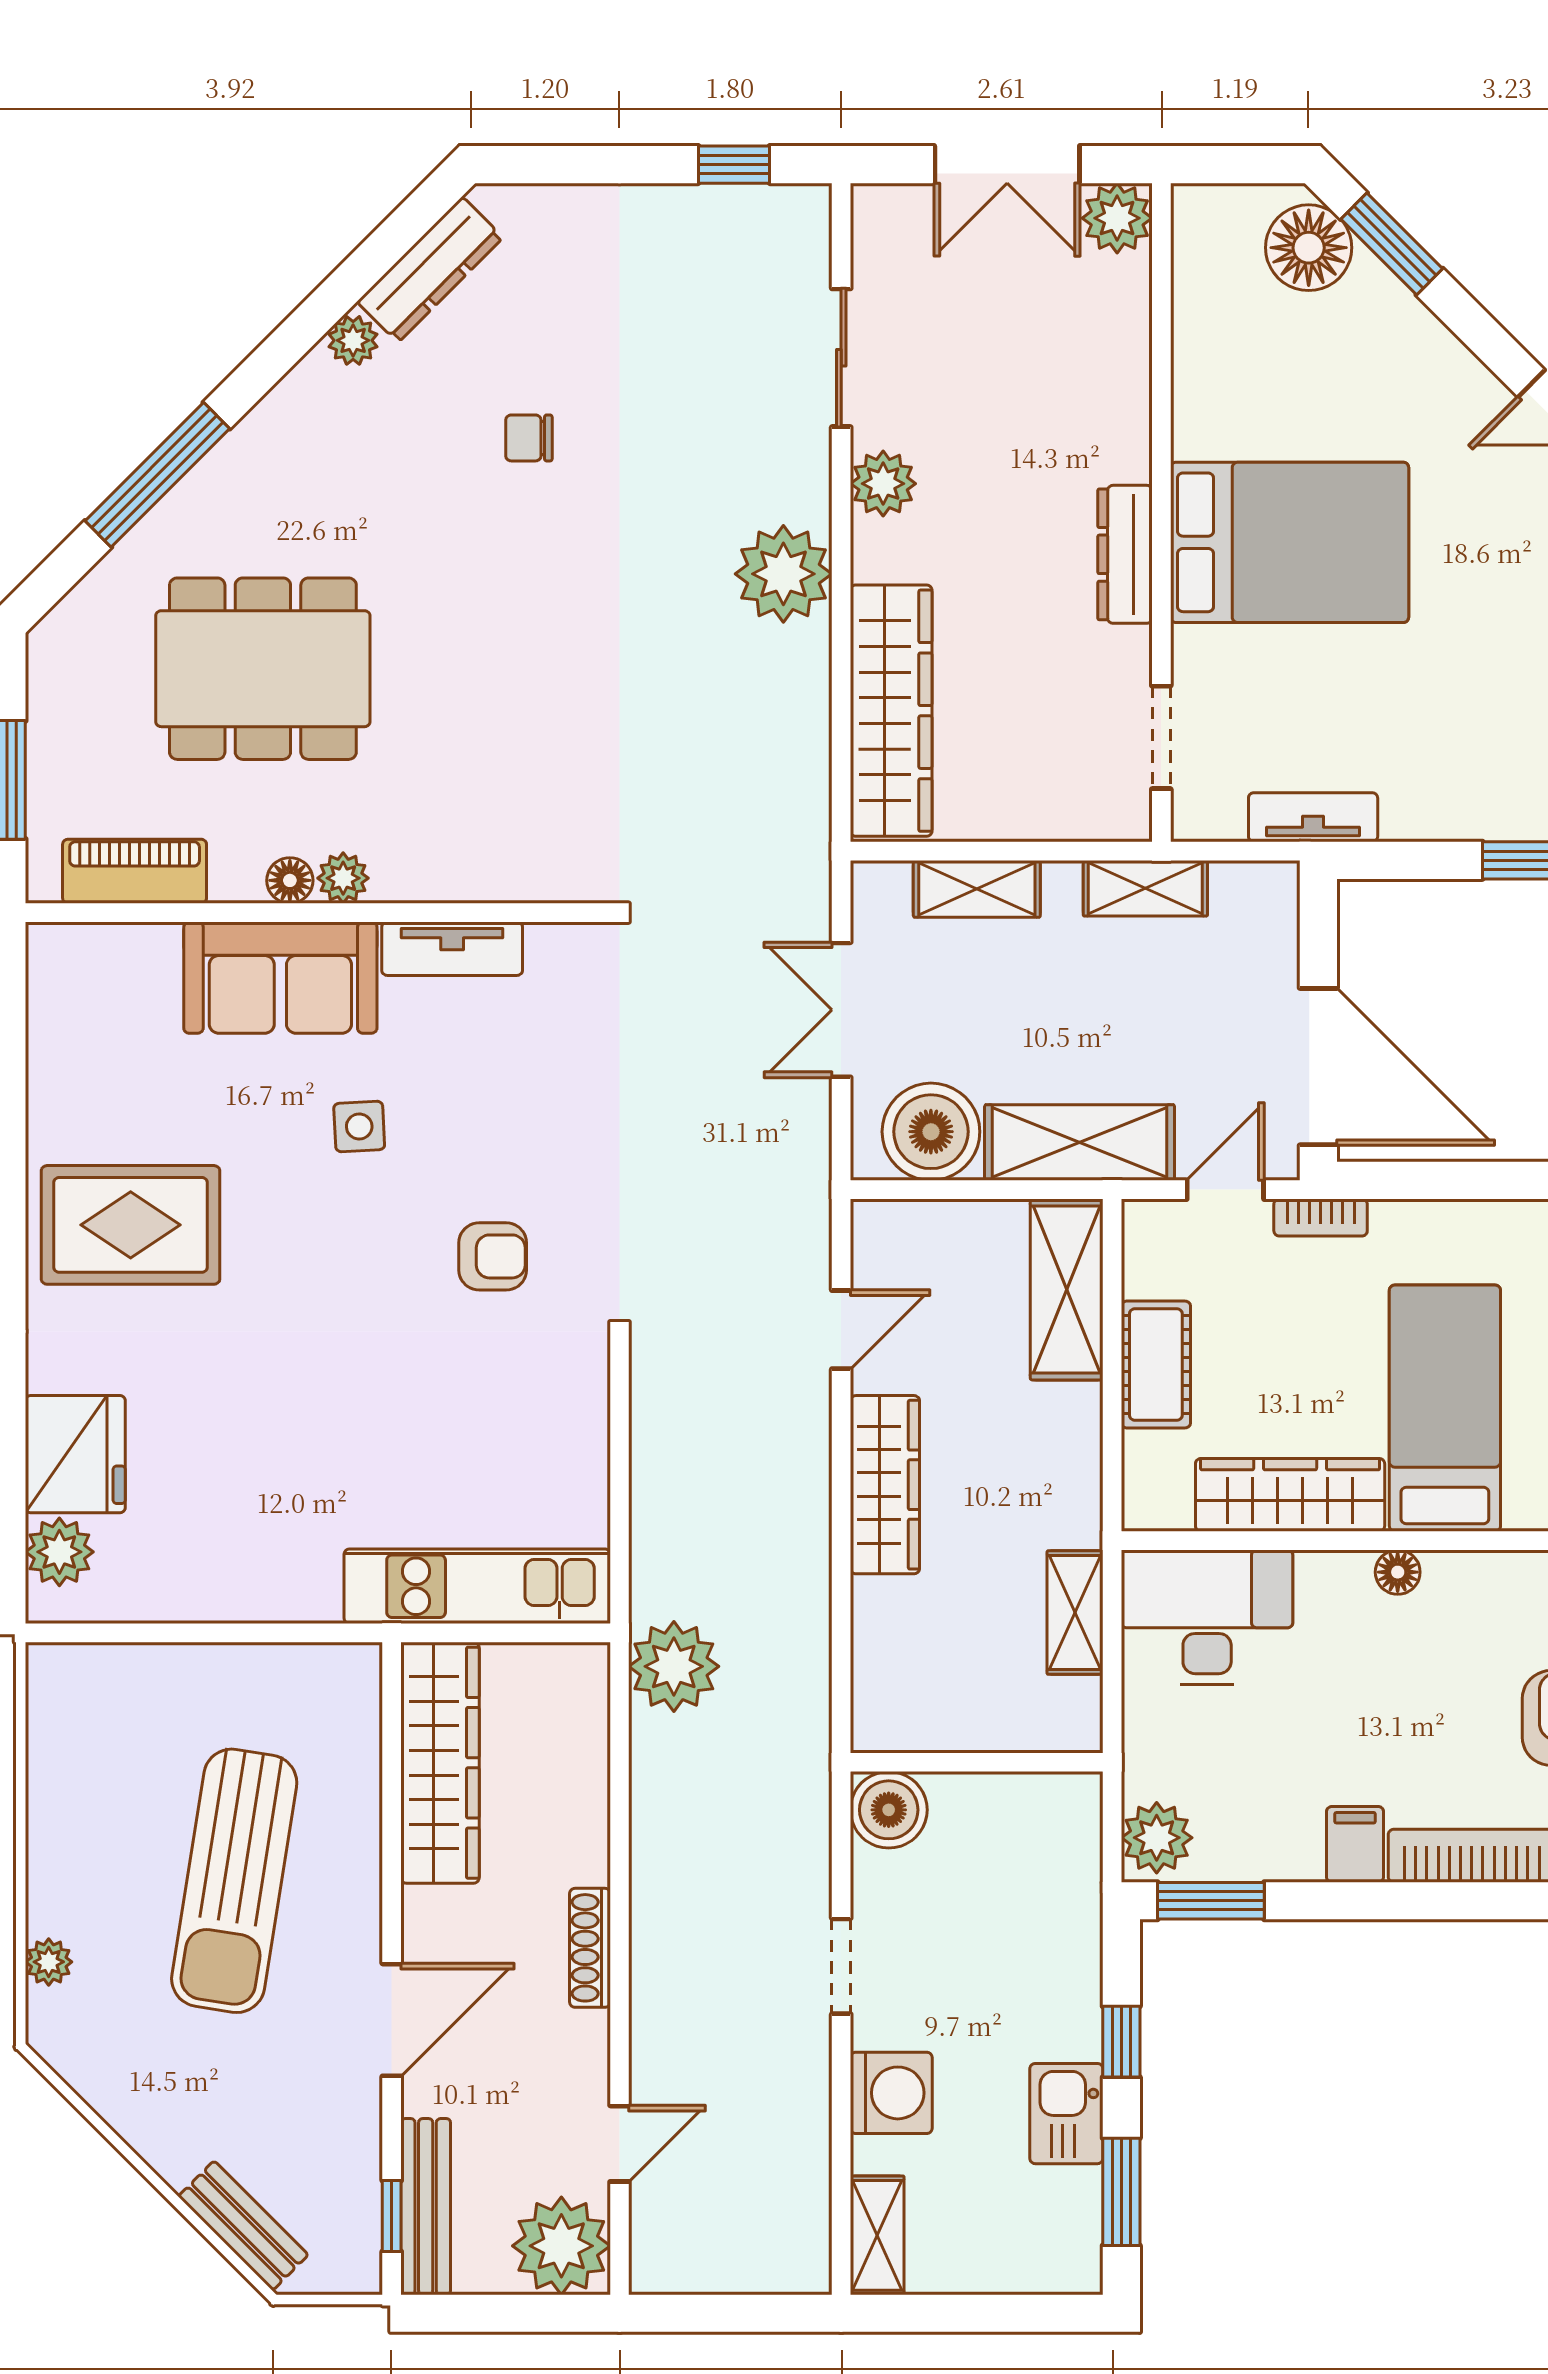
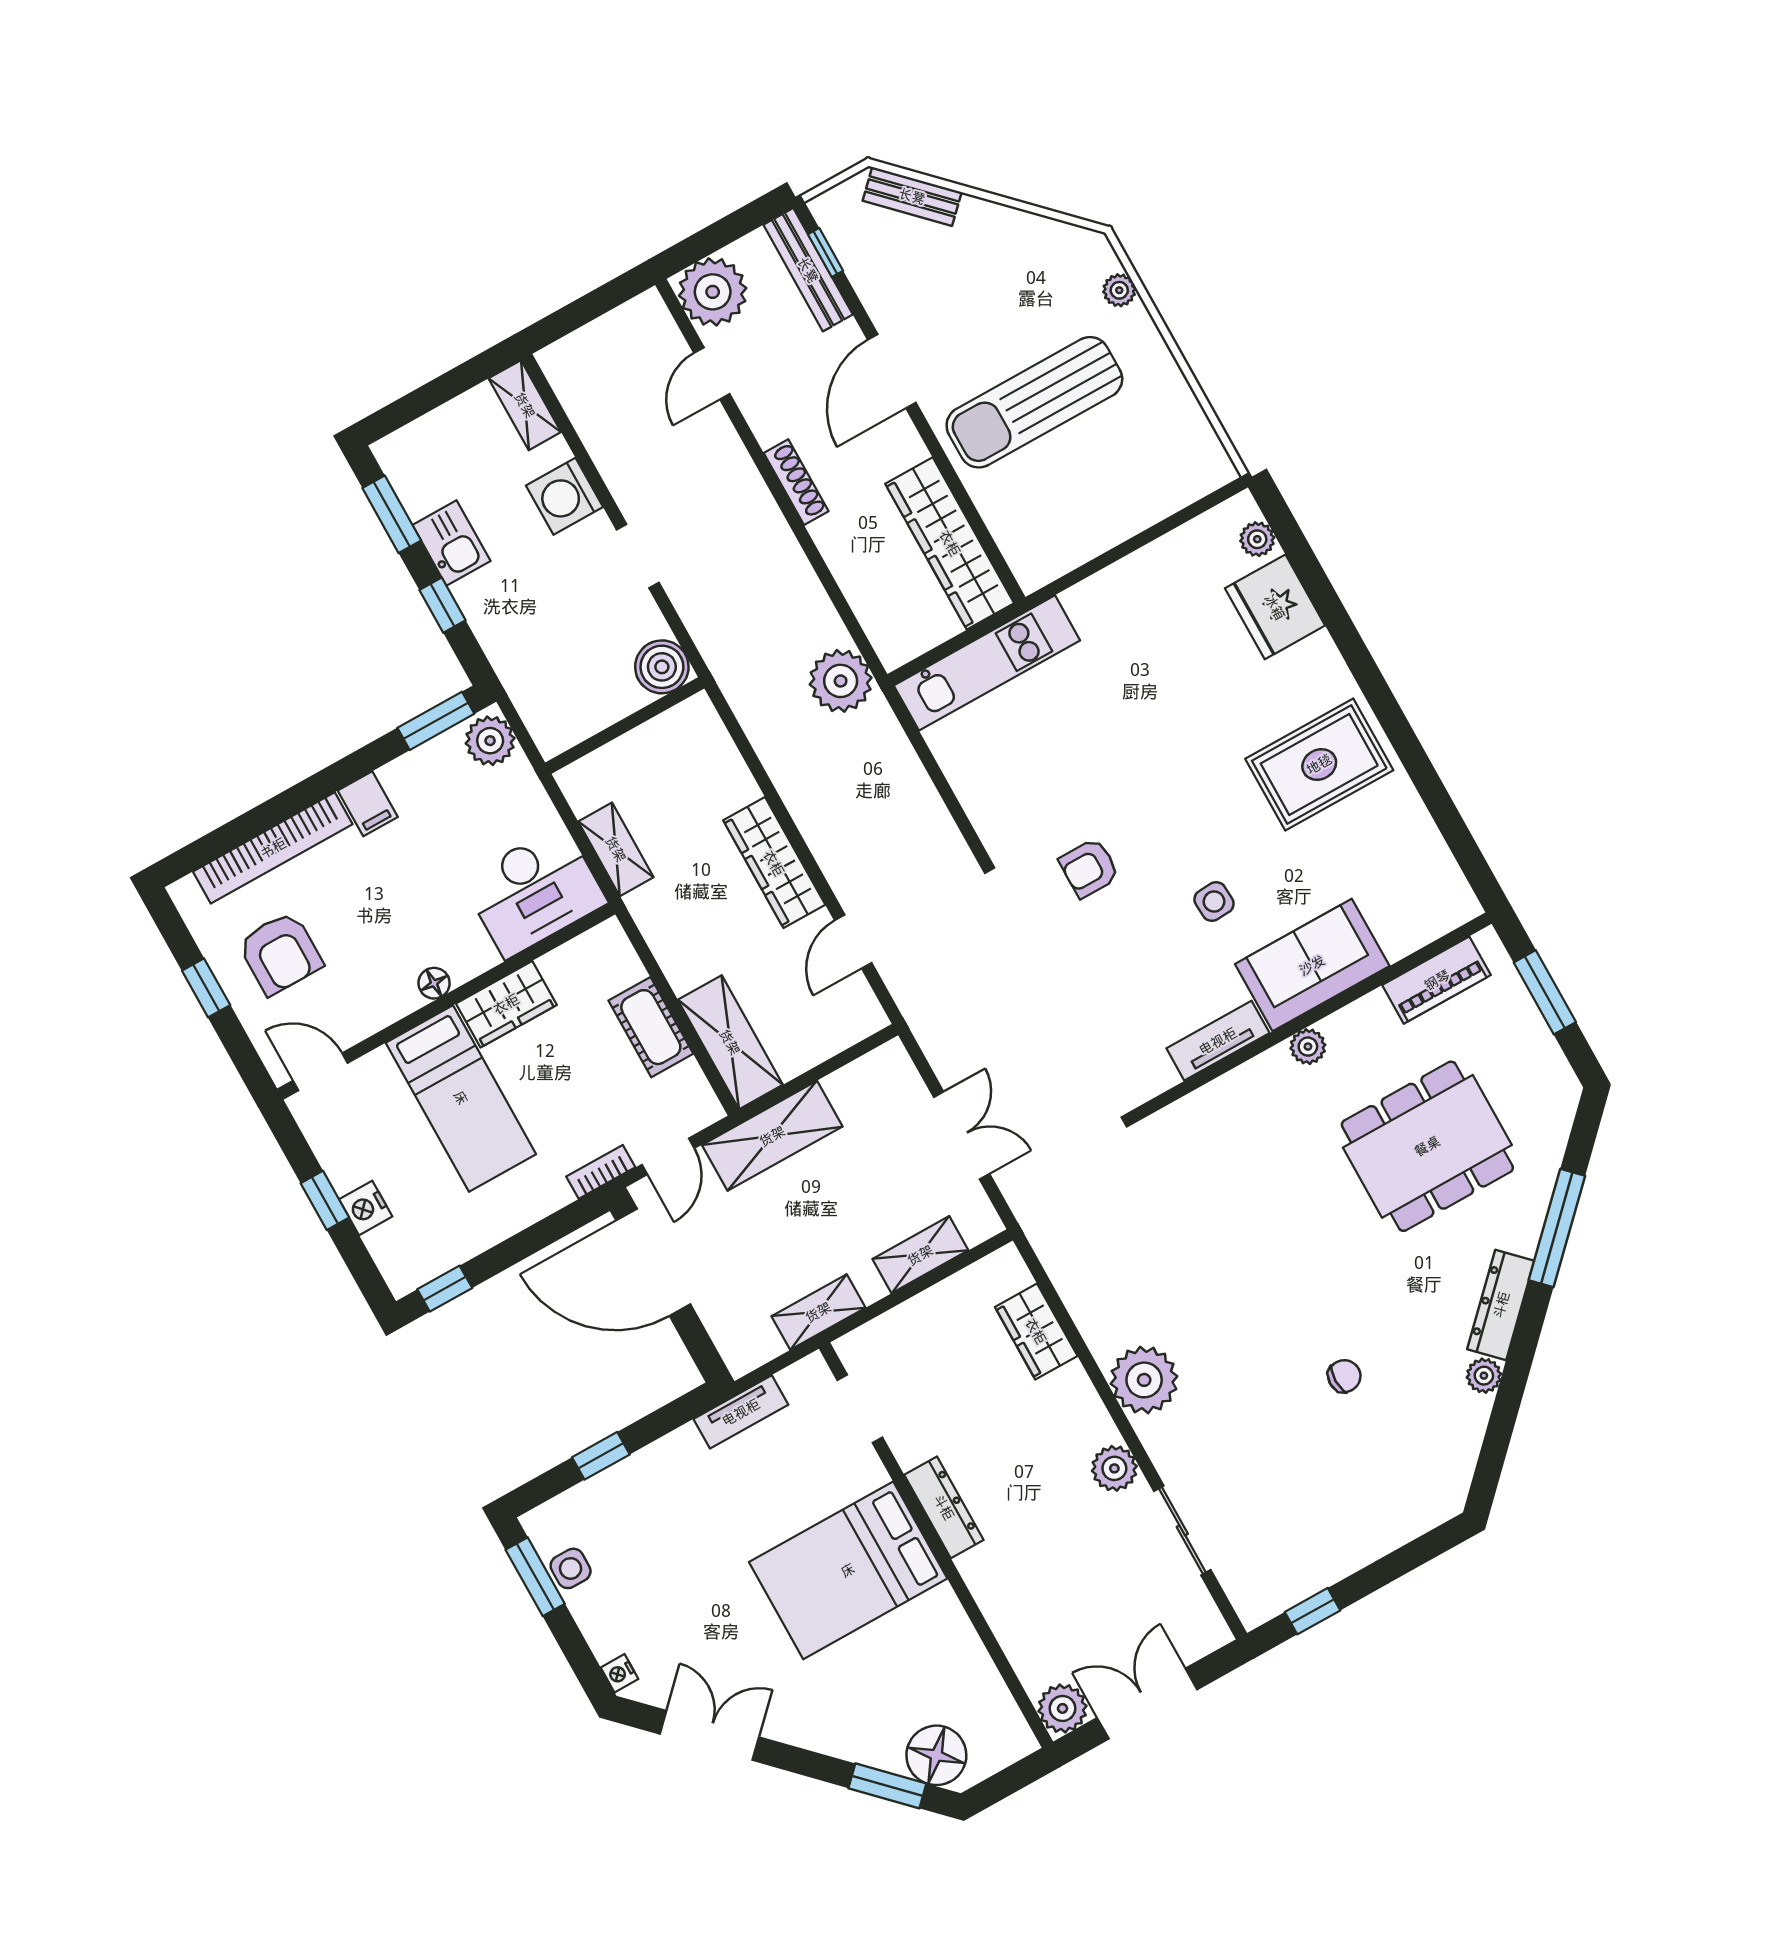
dresser: (430, 270) -> (1501, 1305), moved
wardrobe: (891, 711) -> (1036, 1331), width x0.48, depth x0.85
floor lamp: (290, 880) -> (1339, 1027), removed
boiler: (931, 1132) -> (866, 1092), removed
wardrobe: (1290, 1495) -> (506, 1004), width x0.67
plant: (59, 1552) -> (1257, 539), width x0.73, depth x0.73
sun lounger: (234, 1881) -> (1034, 402), turned -99

